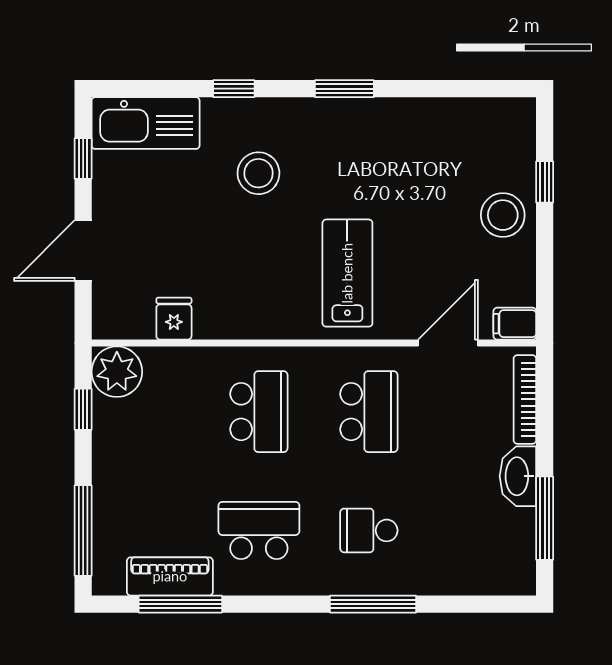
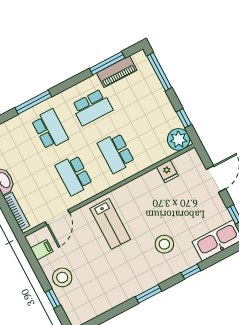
filing cabinet: (515, 324) -> (42, 250), moved
school desk: (369, 530) -> (50, 129), width x1.85

